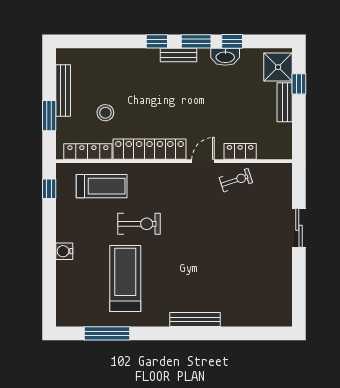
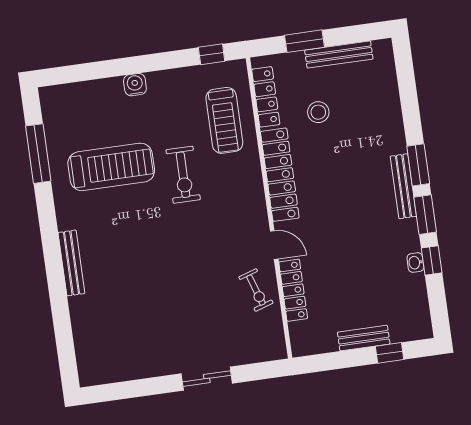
window: (157, 41) -> (418, 165), width x1.50
bench: (178, 55) -> (403, 186), width x1.36
washbasin: (225, 57) -> (415, 263), width x0.52, depth x0.69
shower: (278, 67) -> (407, 323), removed
locker: (240, 151) -> (293, 290), width x1.53

